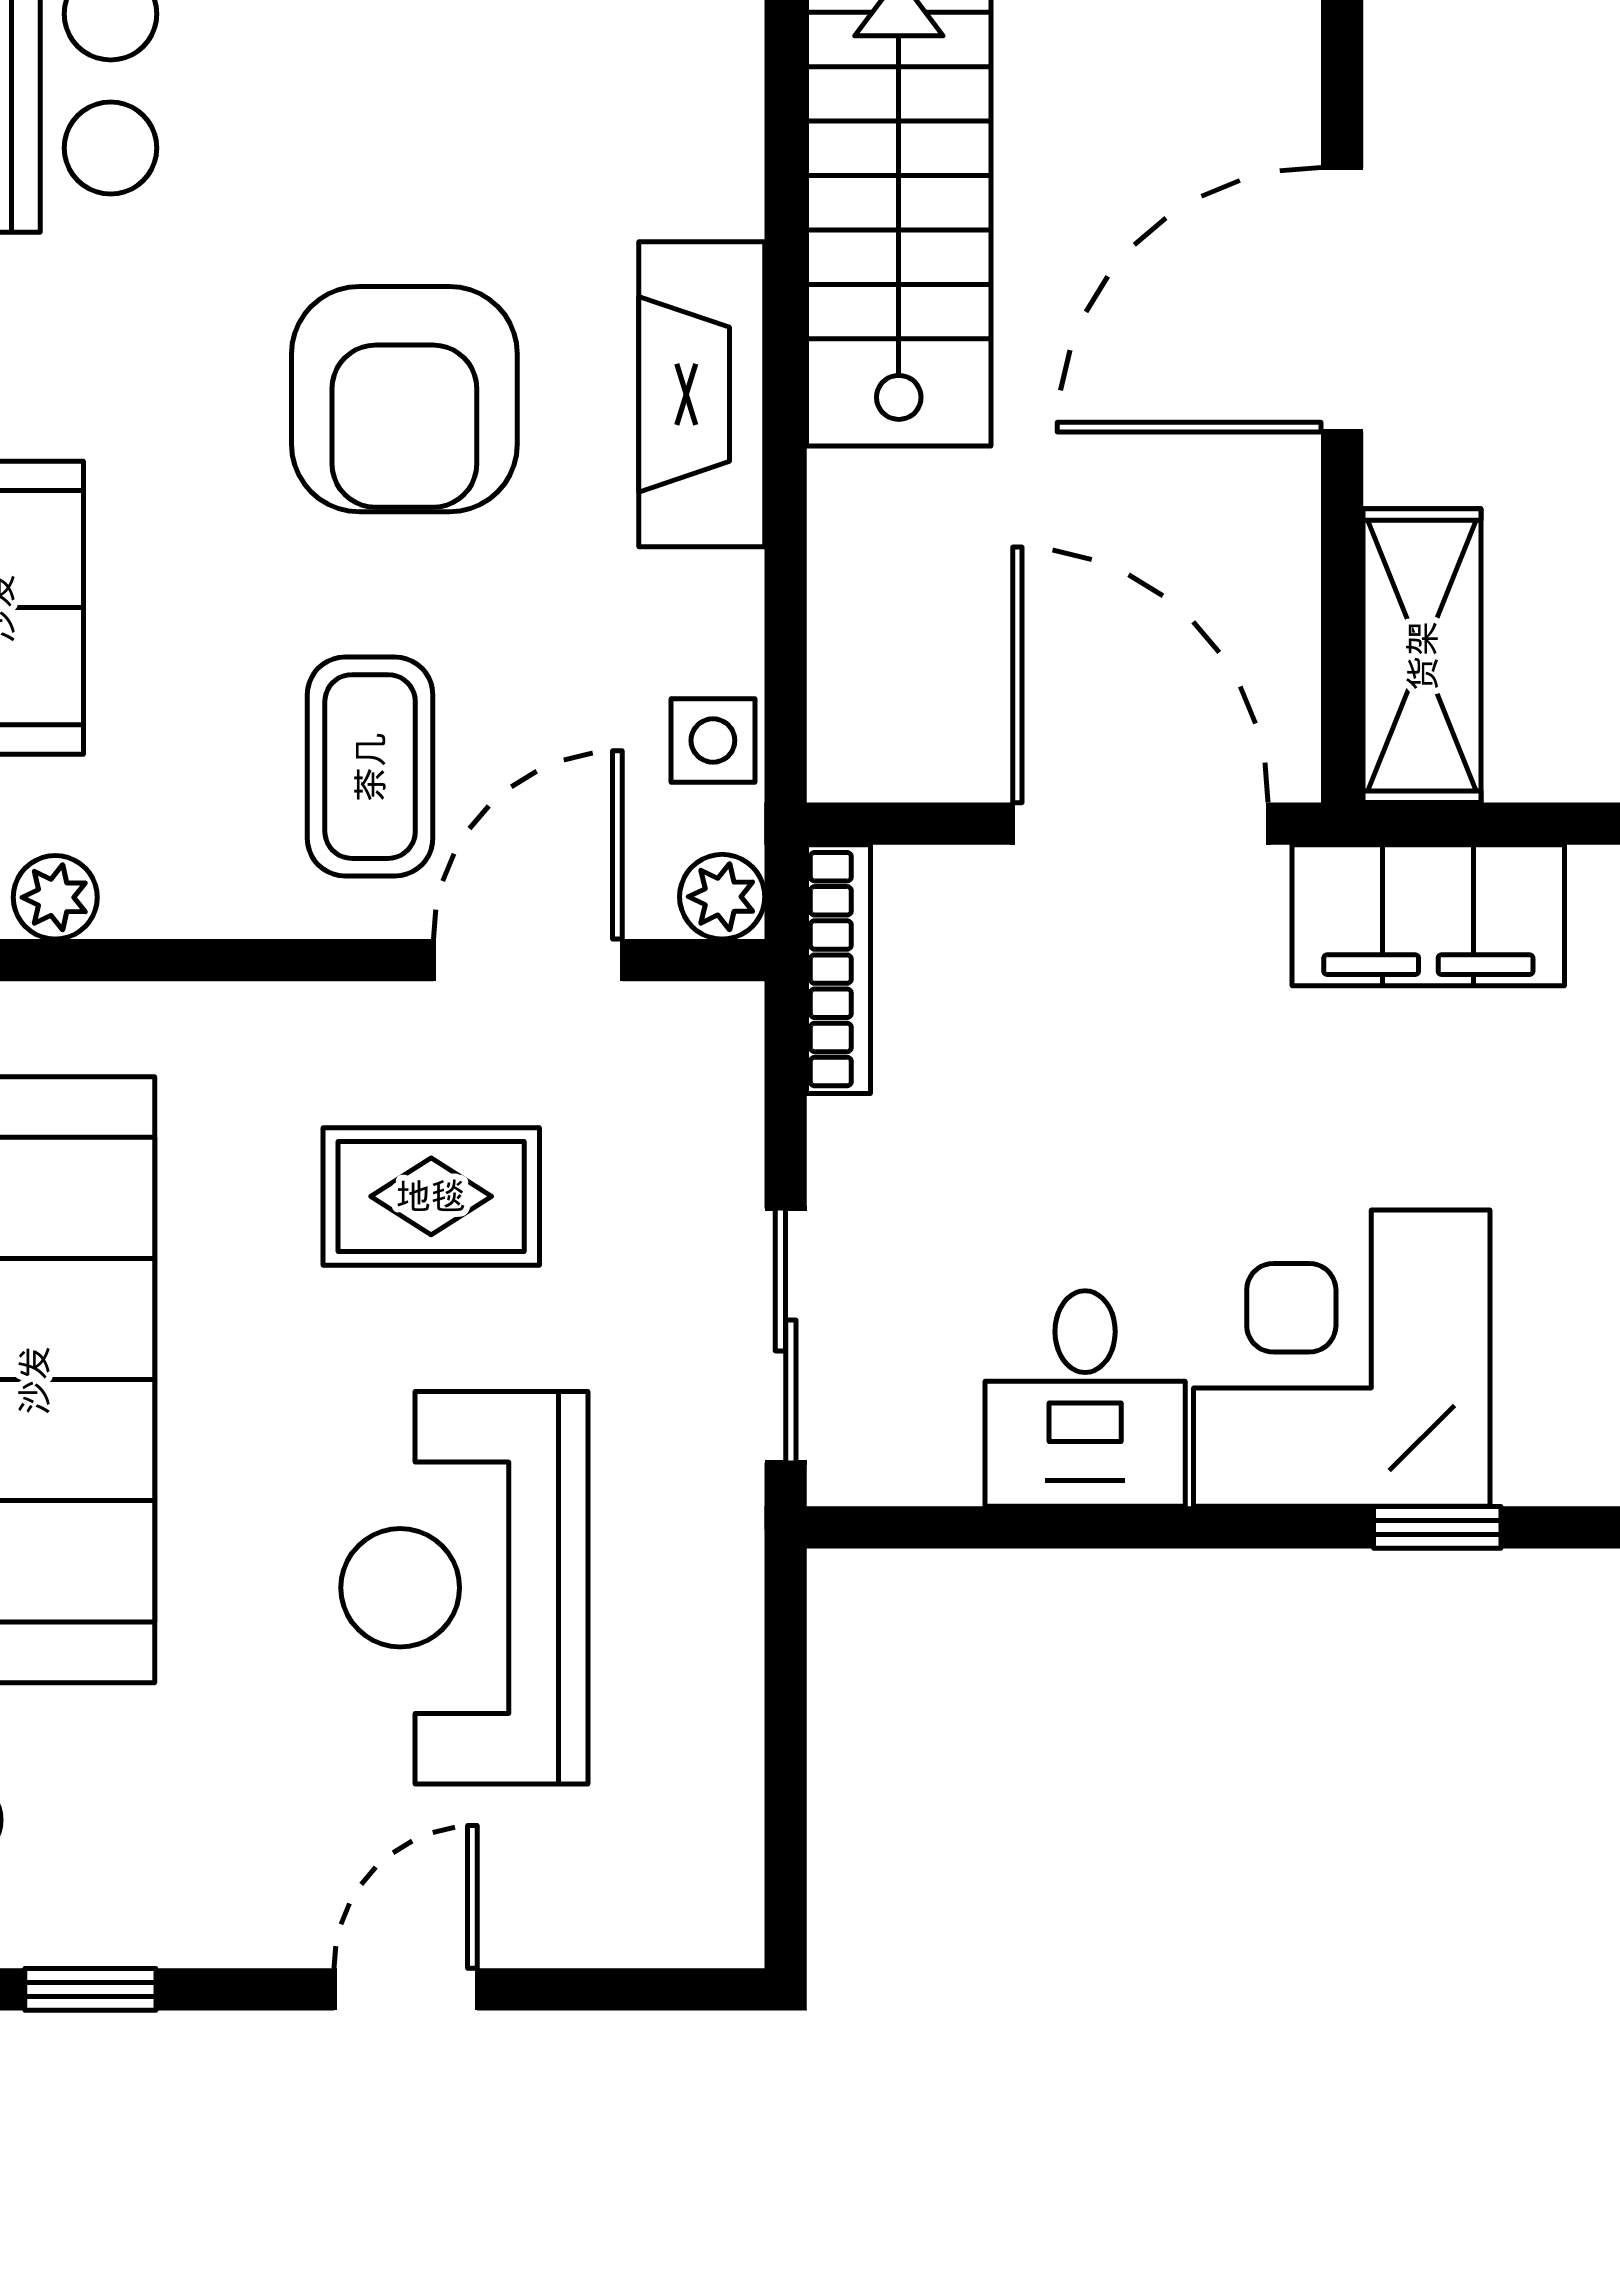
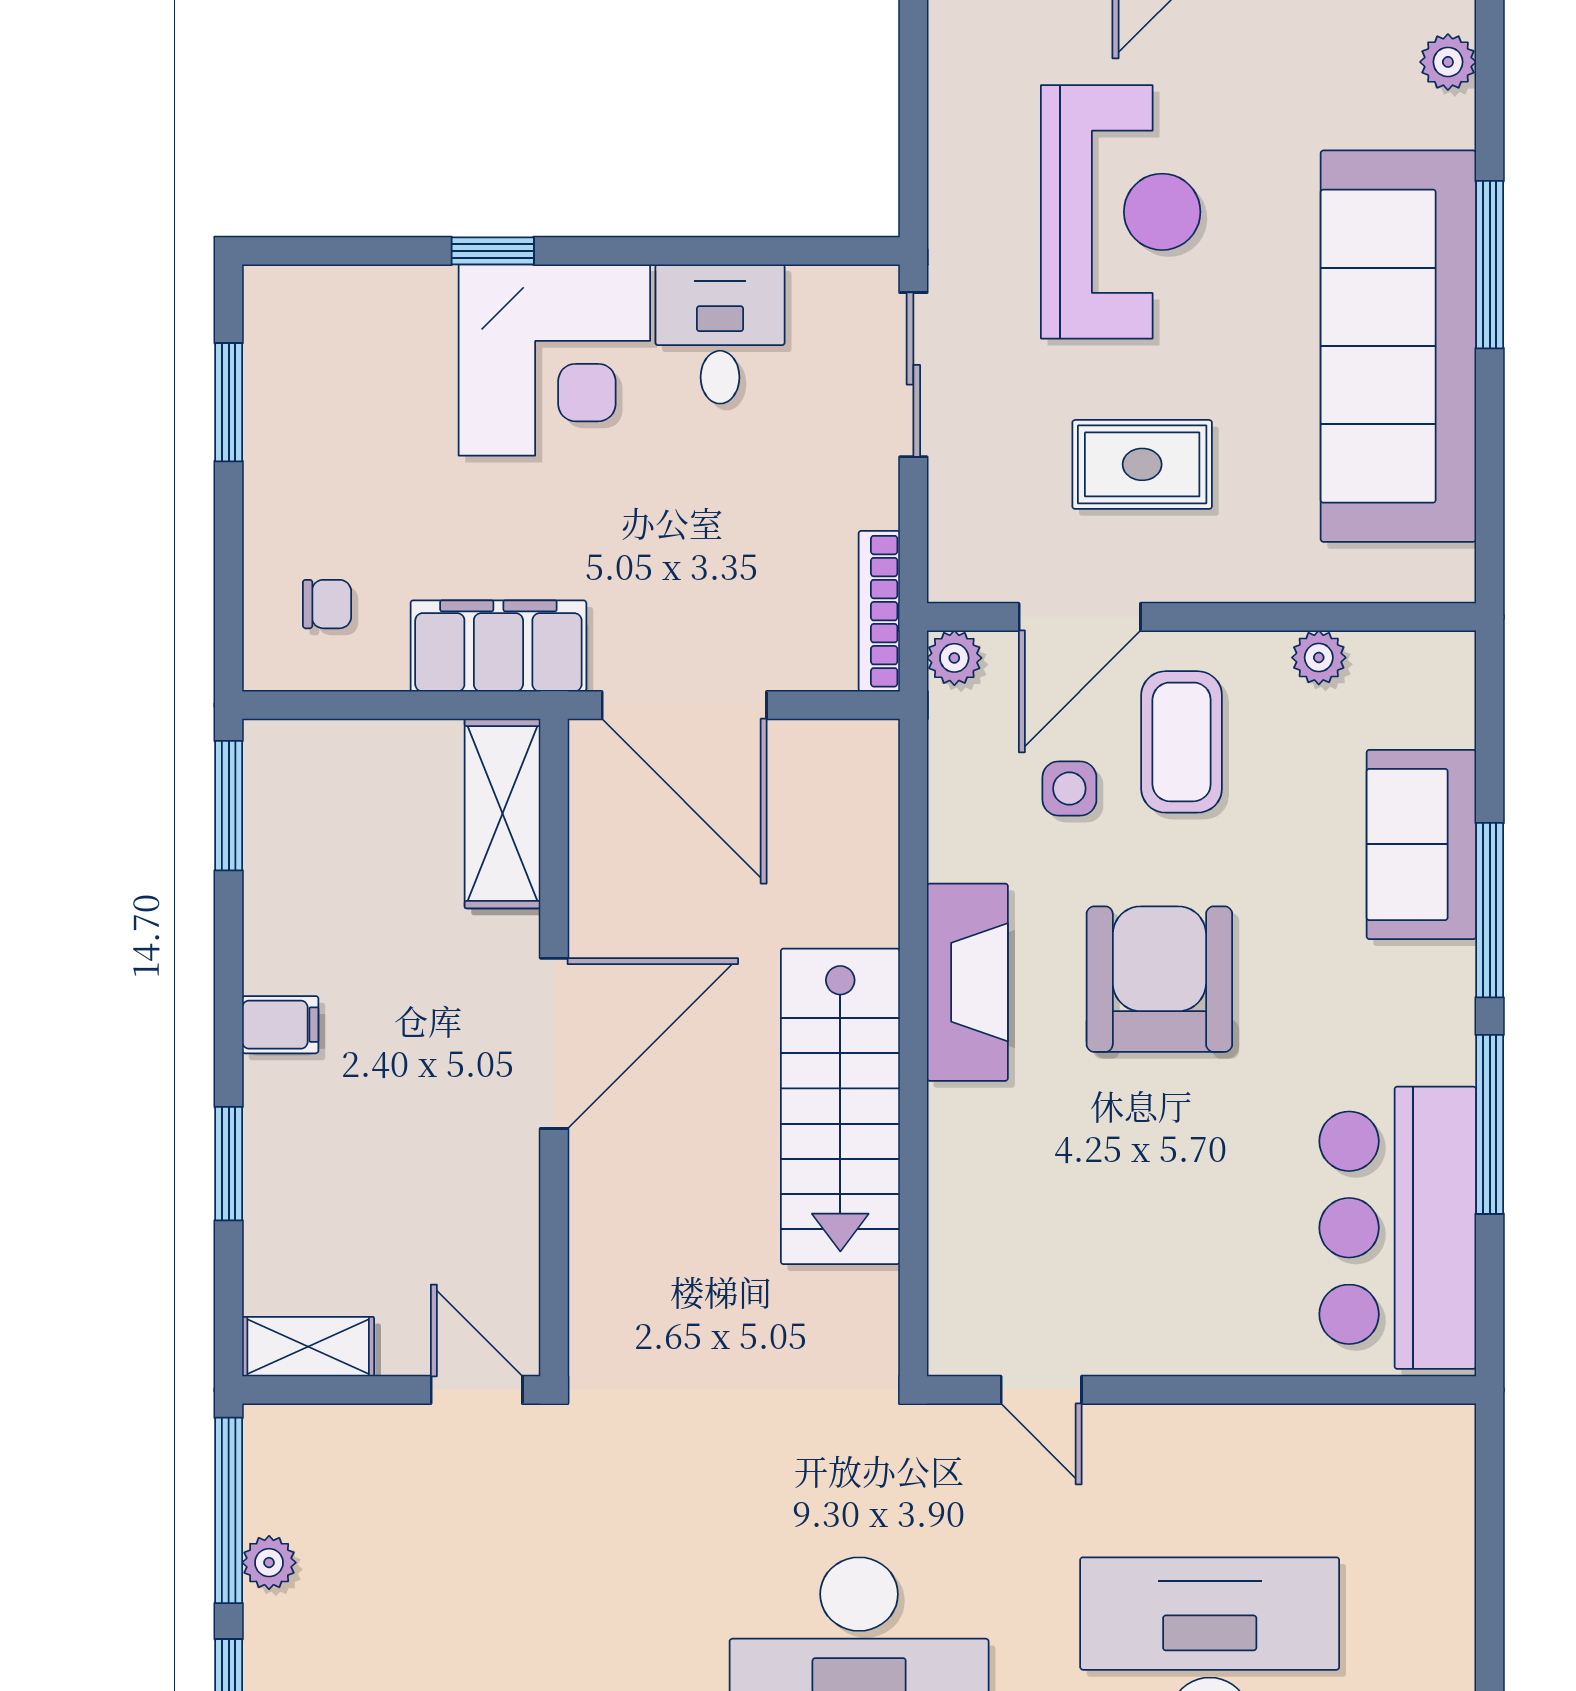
side table: (713, 741) -> (1069, 788), moved
plant: (55, 897) -> (1319, 658), moved

